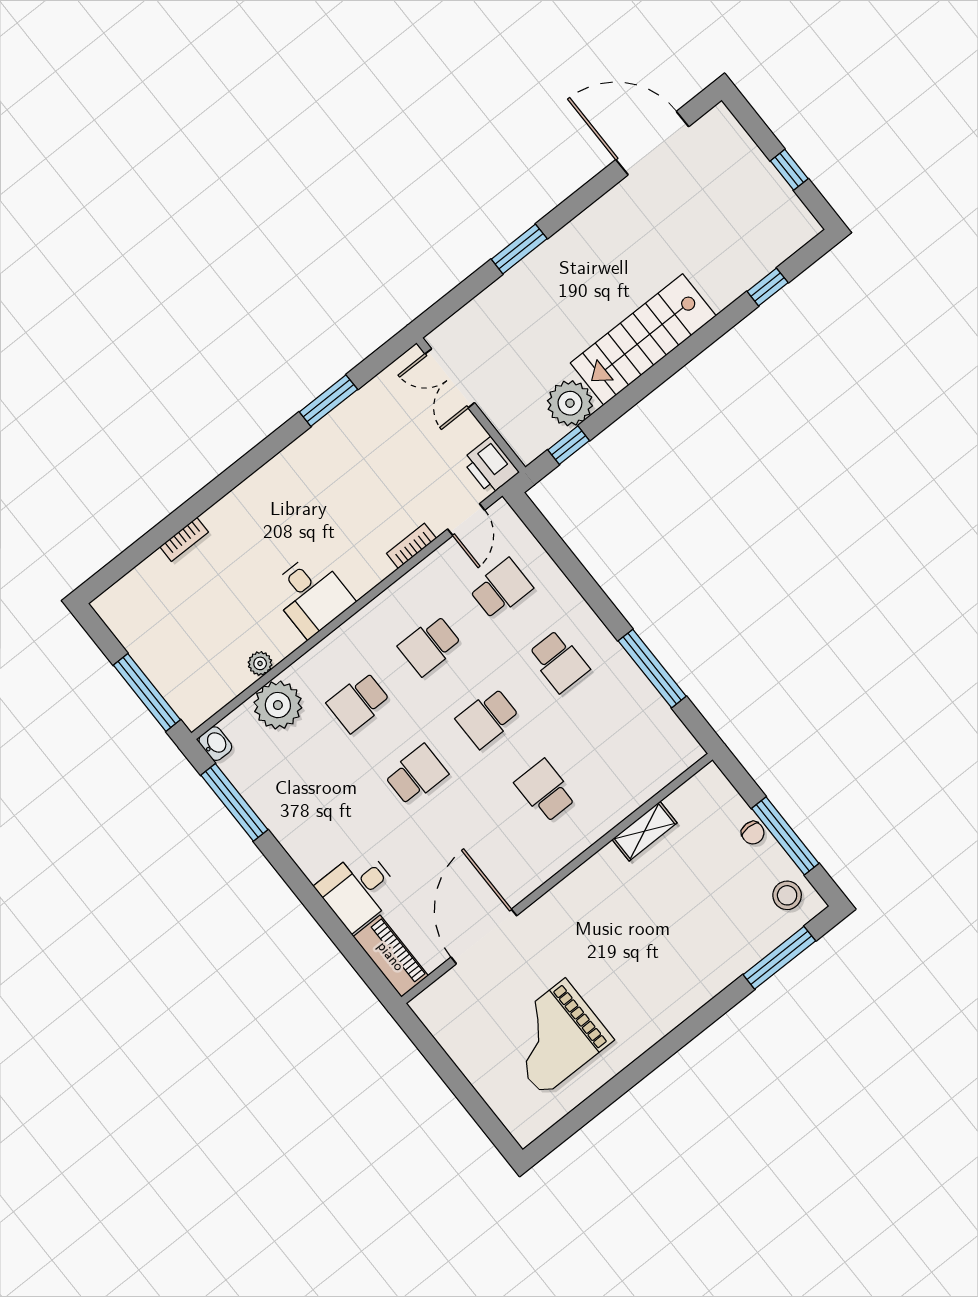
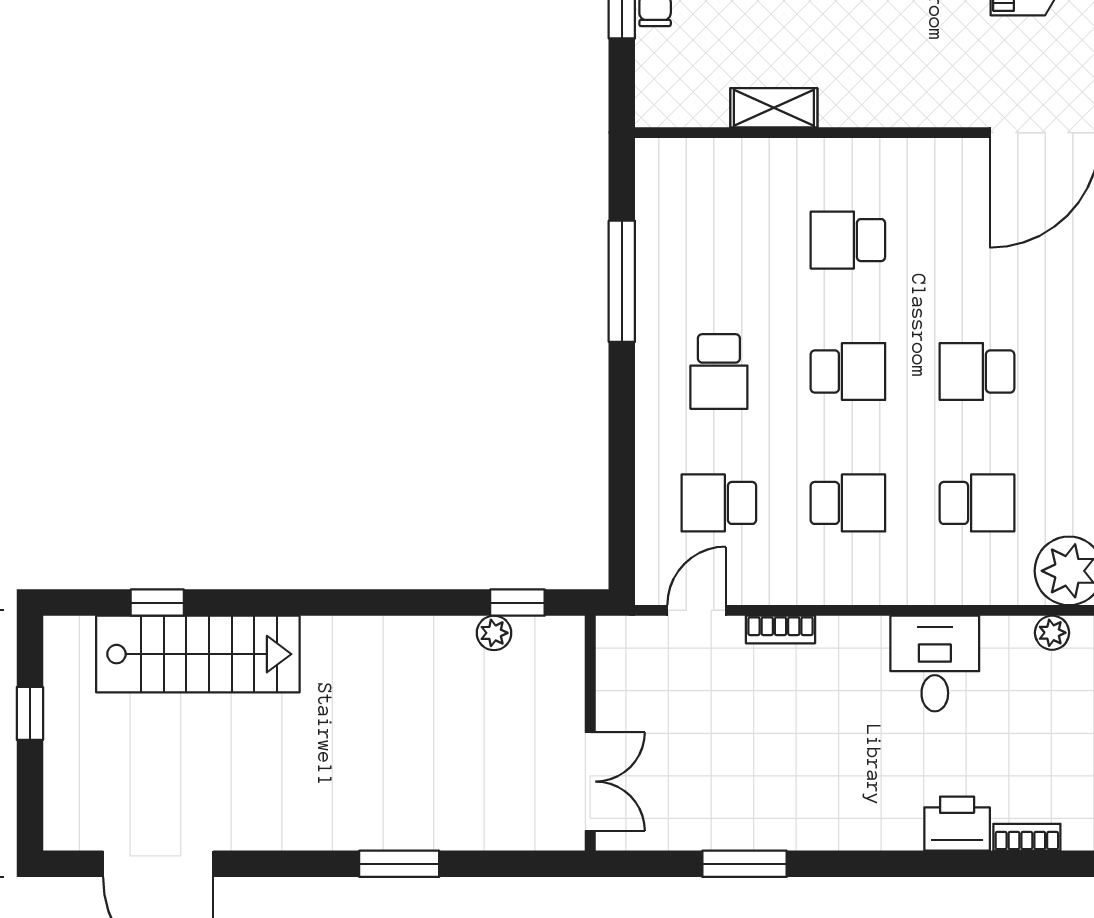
stairs: (643, 339) -> (198, 654), moved
plant: (570, 403) -> (494, 633), width x0.53, depth x0.53
printer: (490, 466) -> (957, 824), moved, turned -90
school desk: (559, 661) -> (719, 372), turned 180
school desk: (545, 791) -> (848, 240), turned 90

